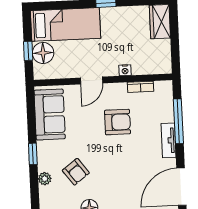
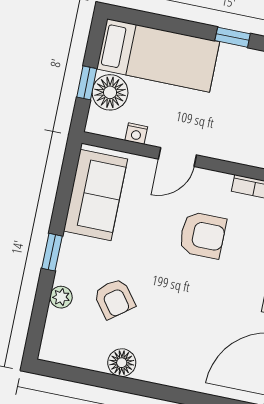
nightstand: (125, 70) -> (136, 134), moved

